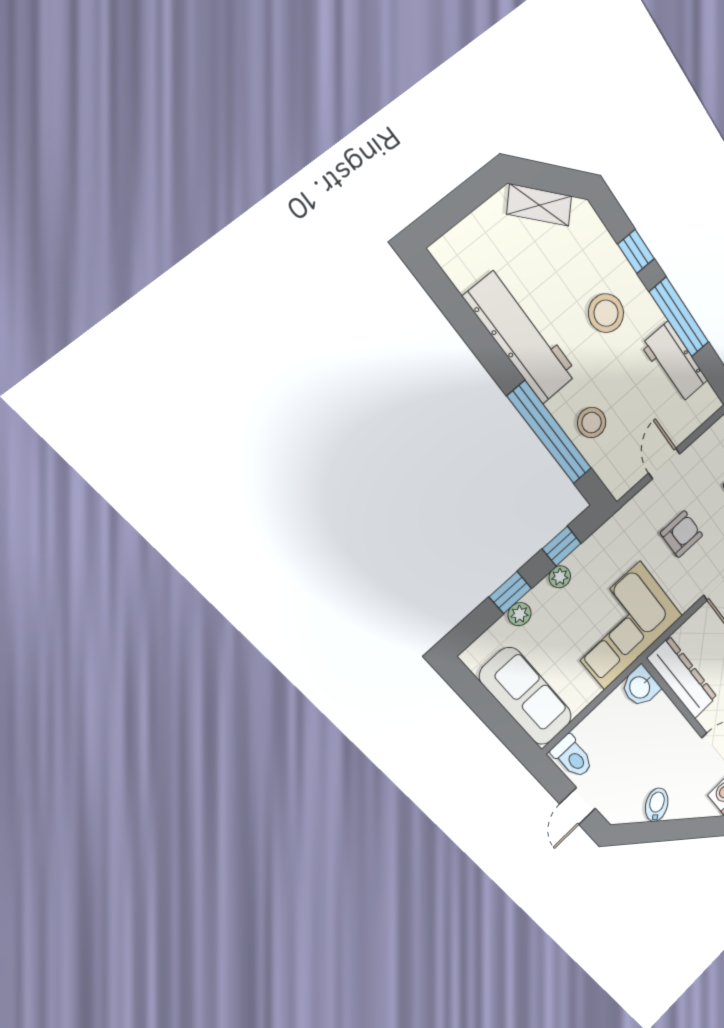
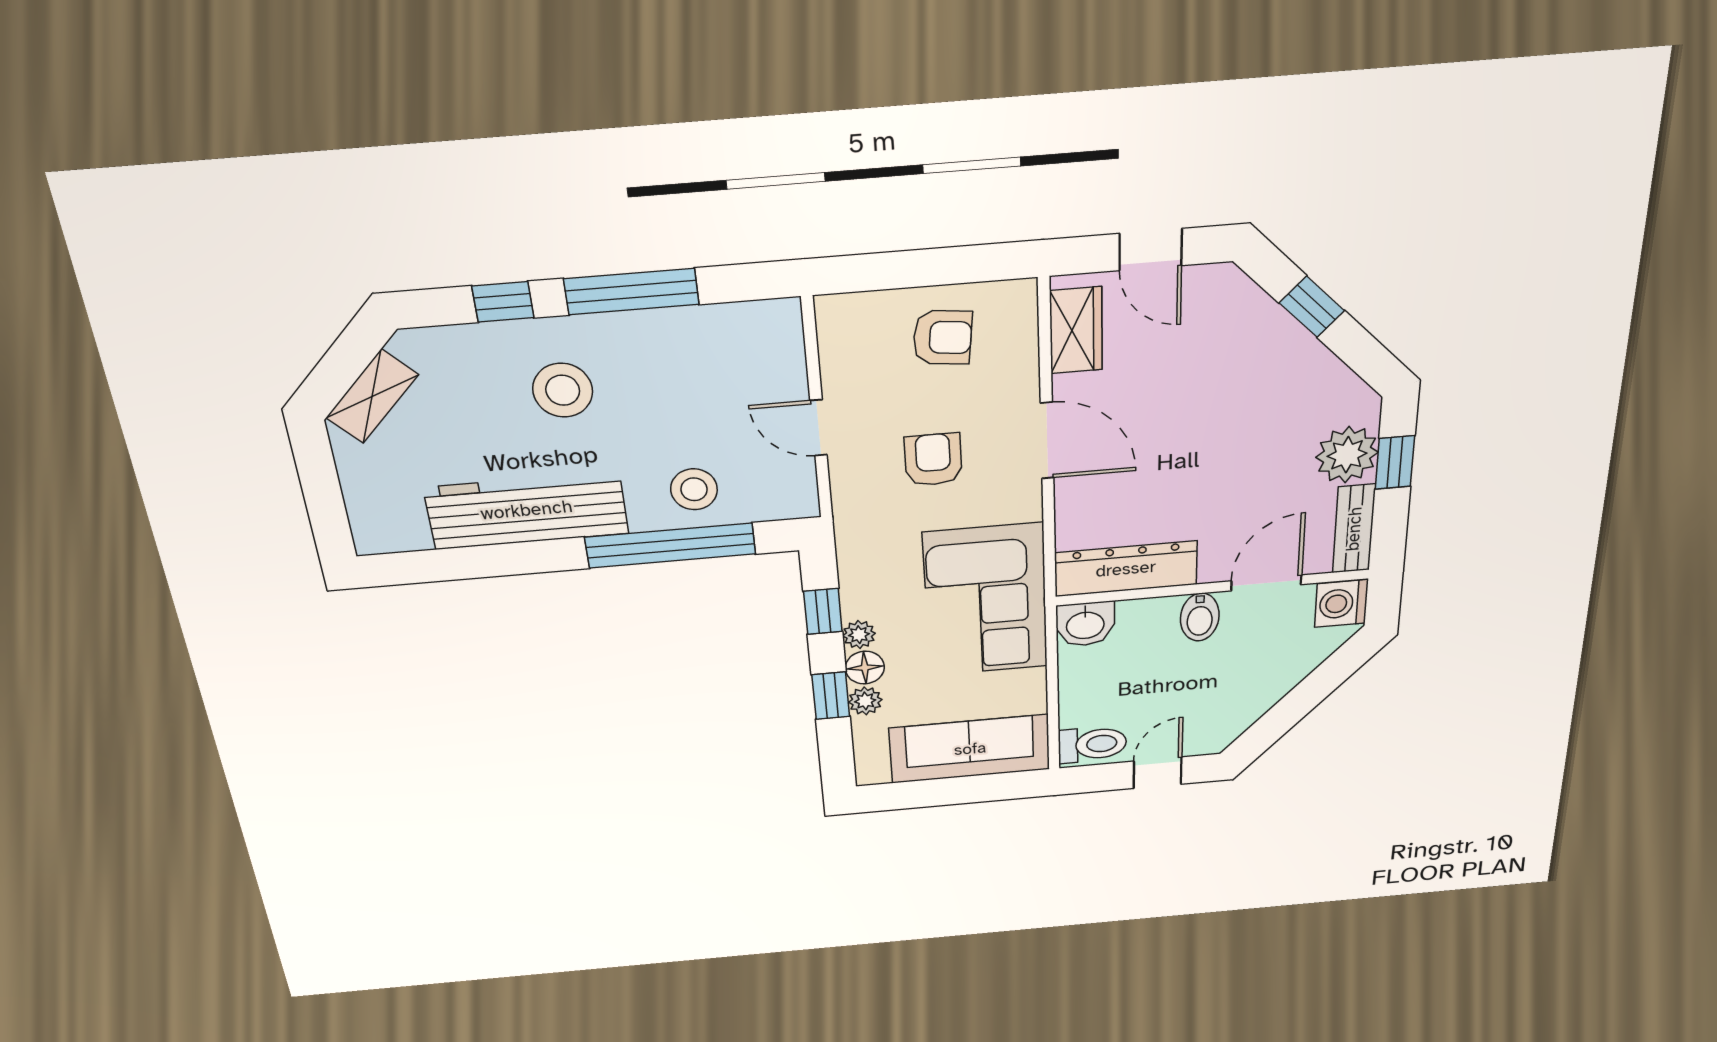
workbench: (675, 363) -> (691, 335), removed
floor lamp: (541, 597) -> (865, 668), added
bidet: (657, 805) -> (1200, 617), moved, turned -135
door: (578, 806) -> (1158, 773), swing flipped

